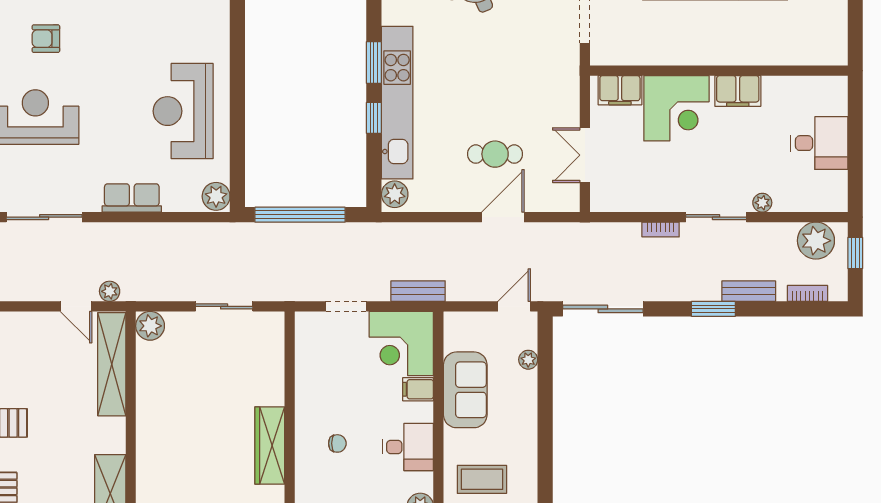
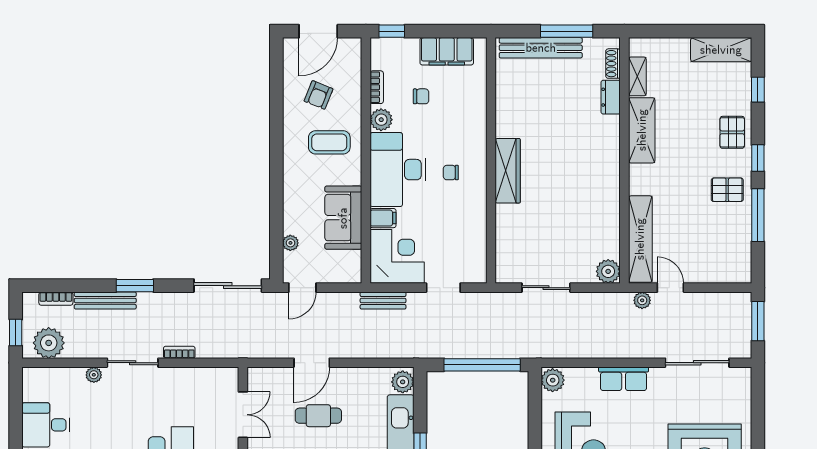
bench: (749, 291) -> (105, 300), width x1.36
desk: (408, 447) -> (398, 170), width x1.87, depth x1.30

